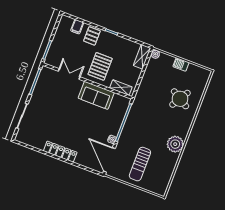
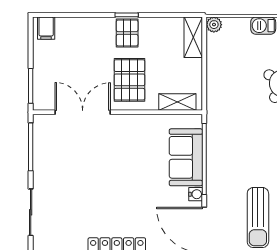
filing cabinet: (77, 27) -> (46, 28), moved
pallet: (92, 36) -> (127, 33), moved
double door: (69, 74) -> (83, 112), width x1.37
sofa: (96, 95) -> (186, 157), moved, turned 90

